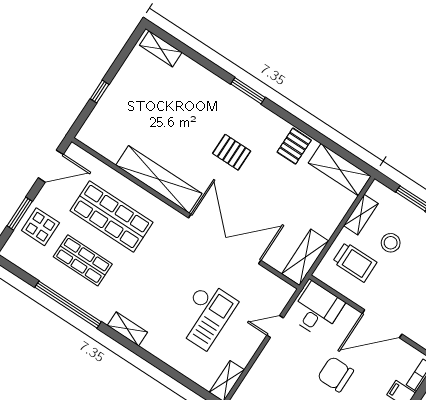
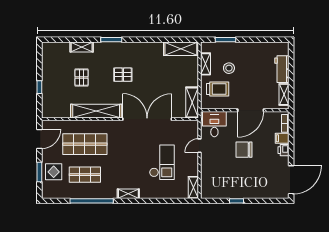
shelving: (161, 49) -> (82, 47), moved
pallet: (294, 146) -> (82, 78), moved

